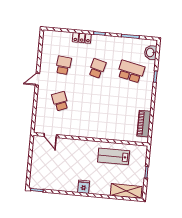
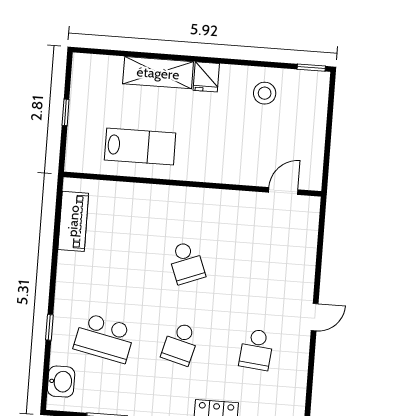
school desk: (60, 101) -> (186, 263), moved
door: (50, 135) -> (283, 191), hinge flipped
stool: (58, 179) -> (265, 93), added
shelving: (126, 191) -> (158, 73), moved

